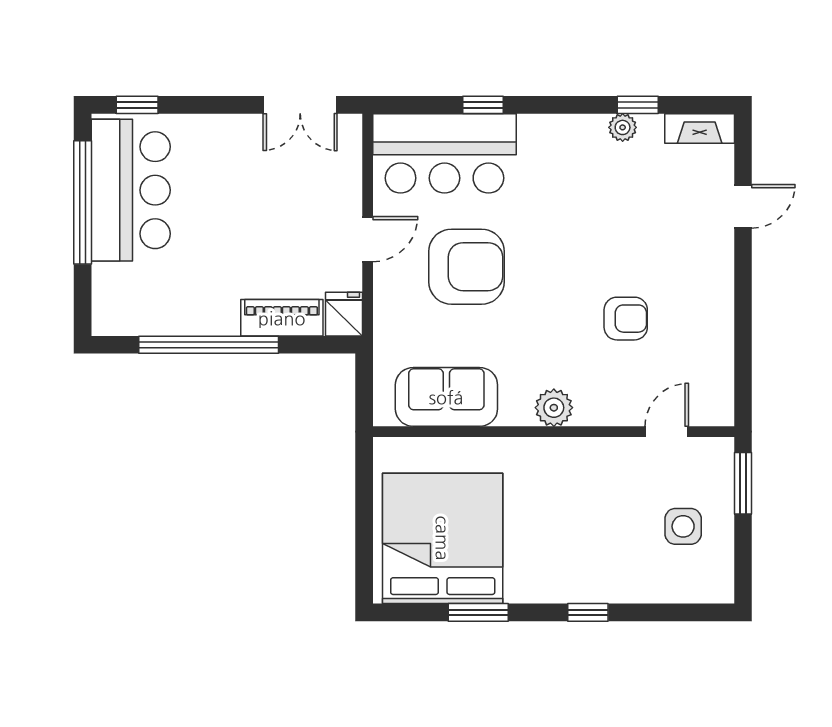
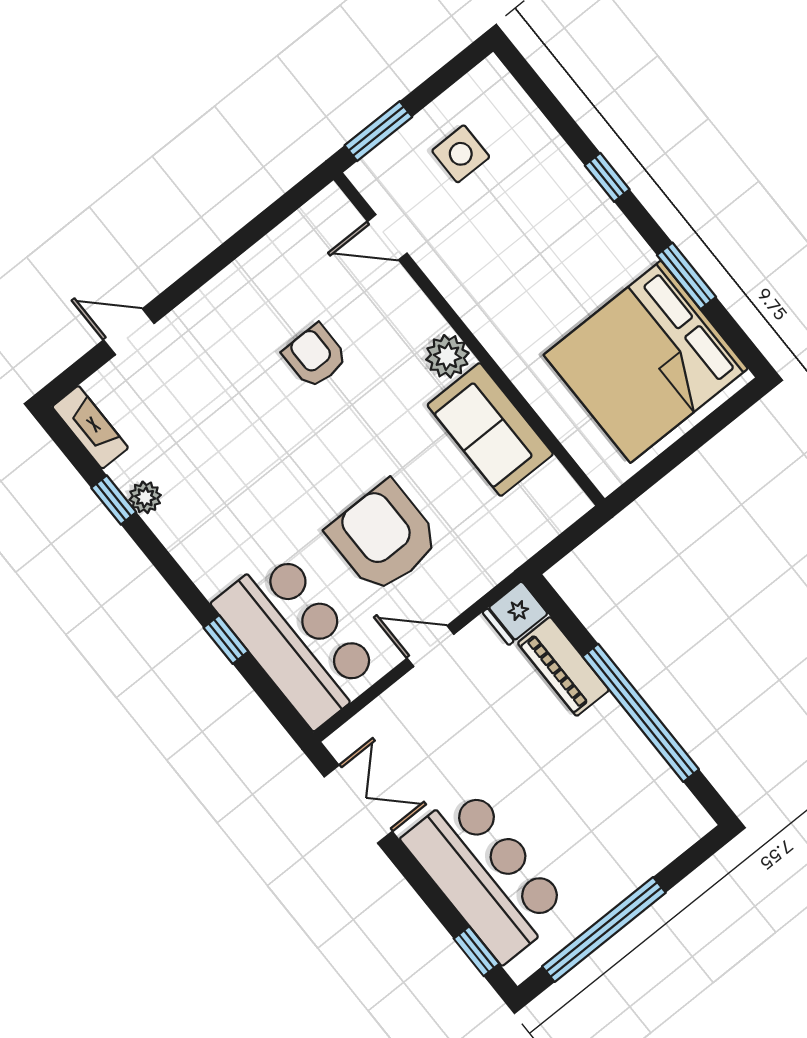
bar counter: (131, 190) -> (486, 874), moved, turned 90
sofa: (446, 397) -> (490, 429), moved

